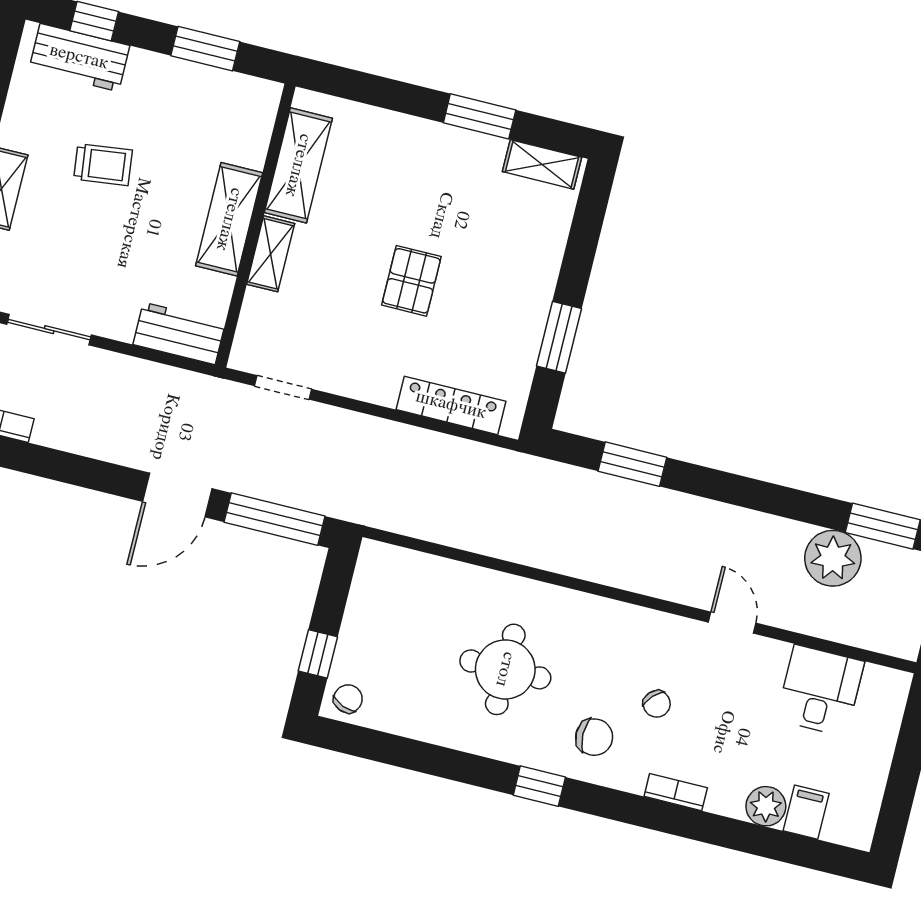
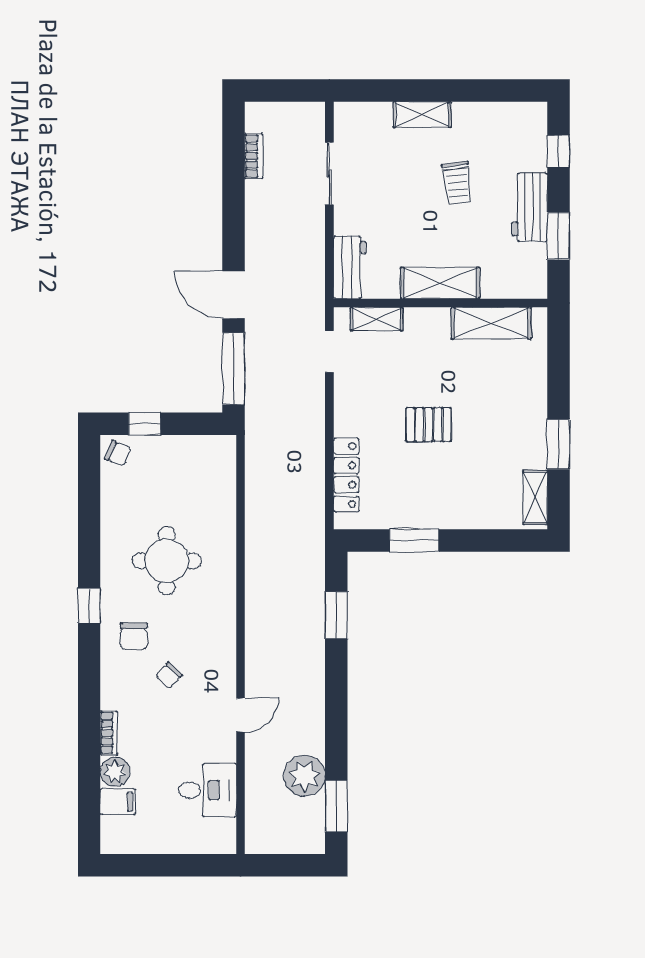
workbench: (79, 57) -> (530, 207), moved
shelving: (271, 254) -> (377, 319), moved
bookcase: (676, 792) -> (109, 733), moved

